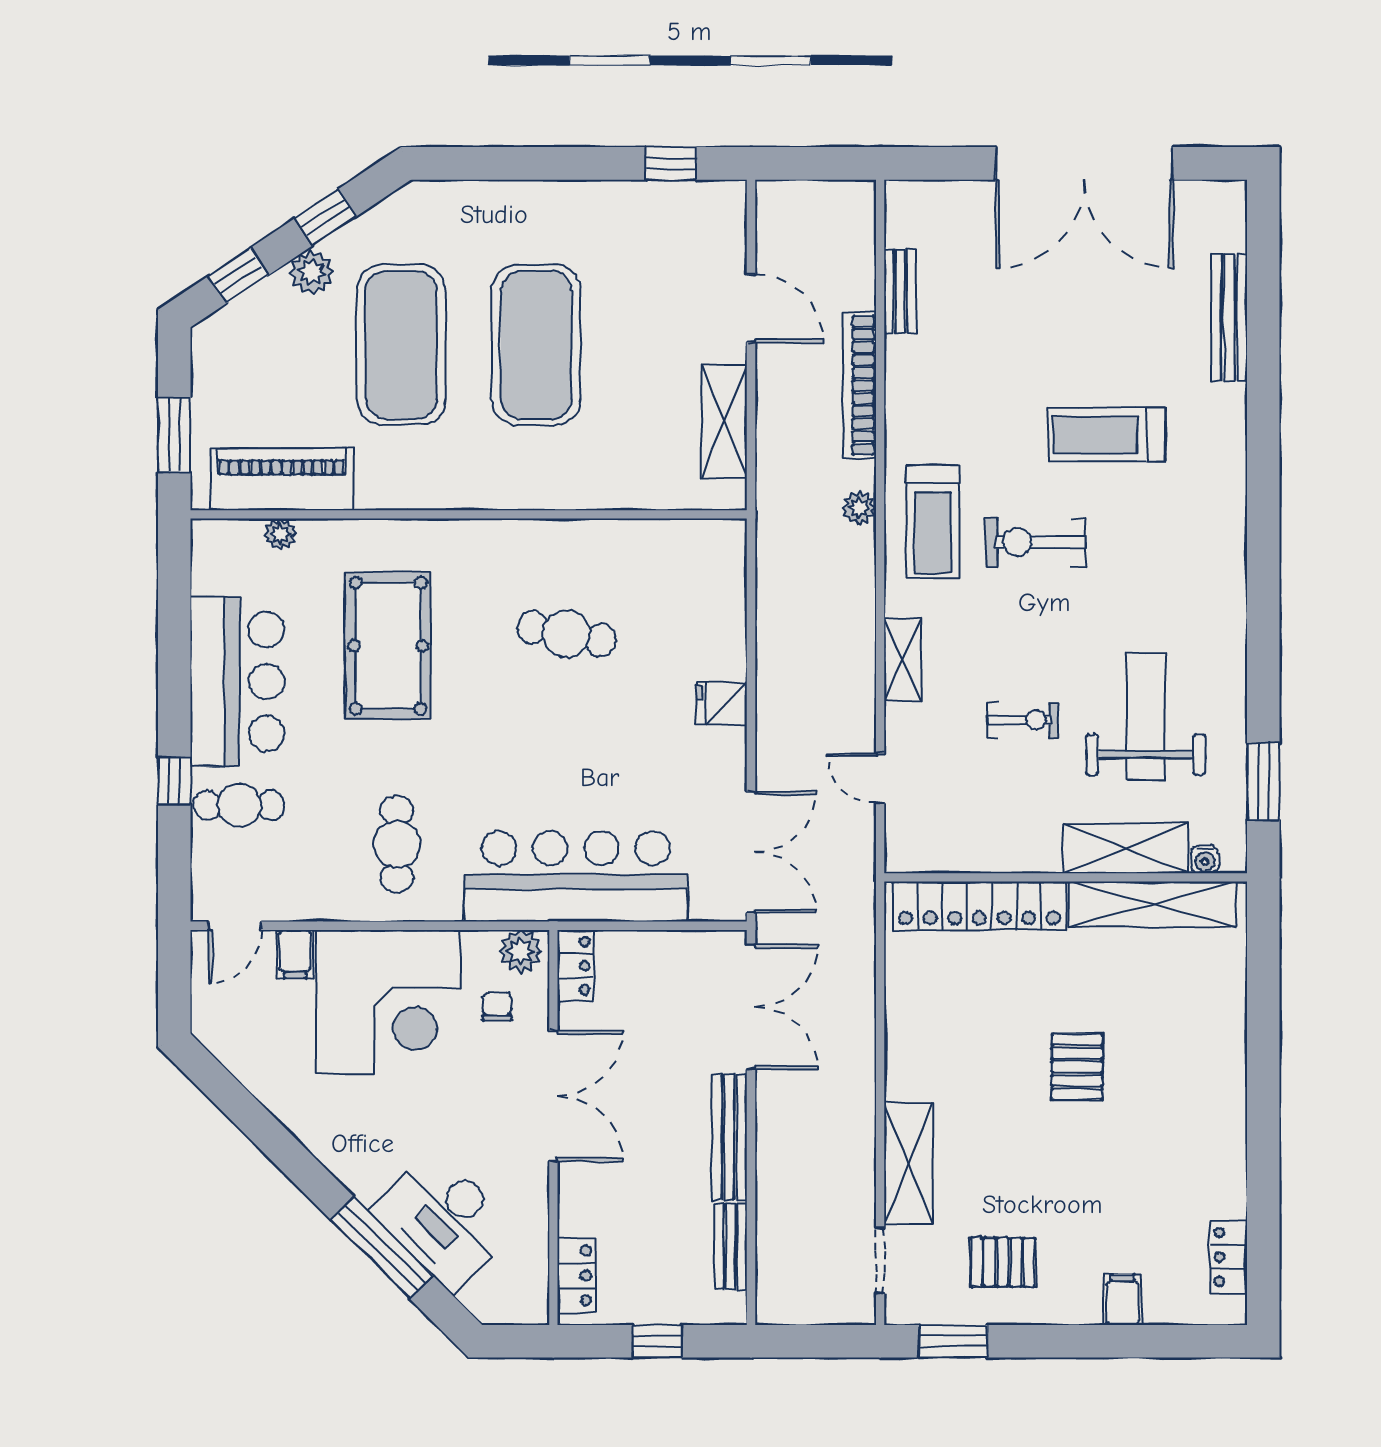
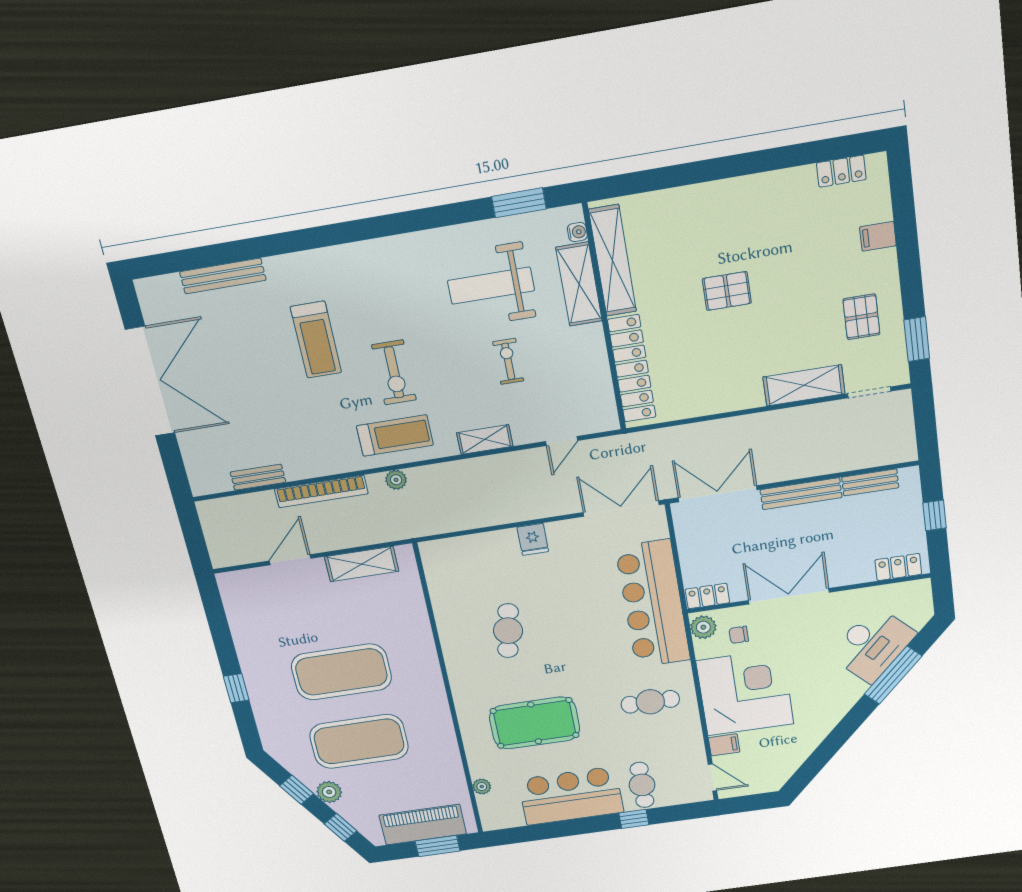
window: (671, 163) -> (236, 688), moved
piano: (282, 479) -> (423, 825), moved, turned 90

